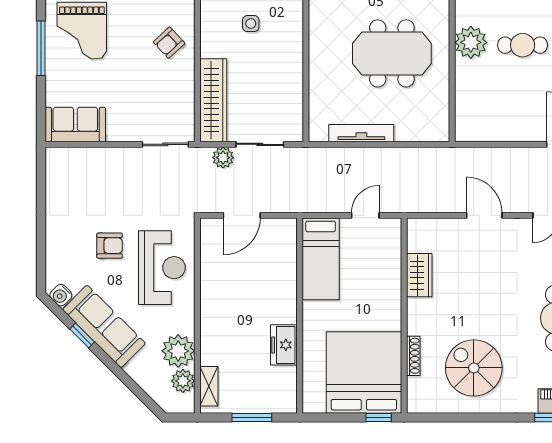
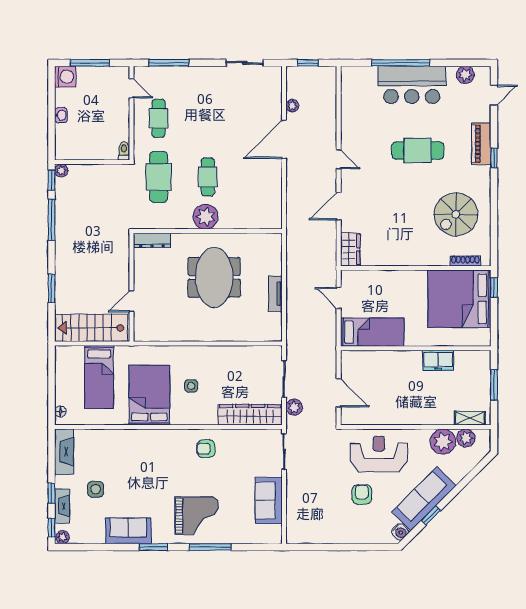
armchair: (169, 43) -> (206, 449), turned 133
sofa: (75, 124) -> (269, 500), moved
tv unit: (361, 133) -> (275, 294), width x0.71
wardrobe: (419, 275) -> (350, 249), moved, turned 90
shoe rack: (413, 356) -> (465, 261), moved

